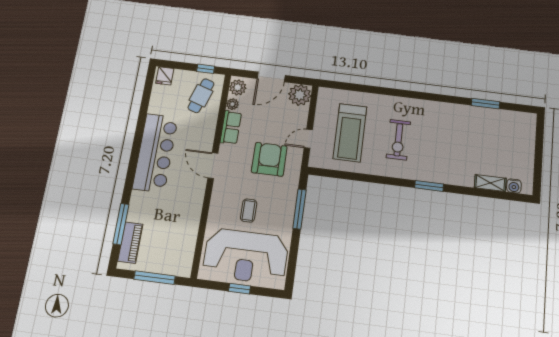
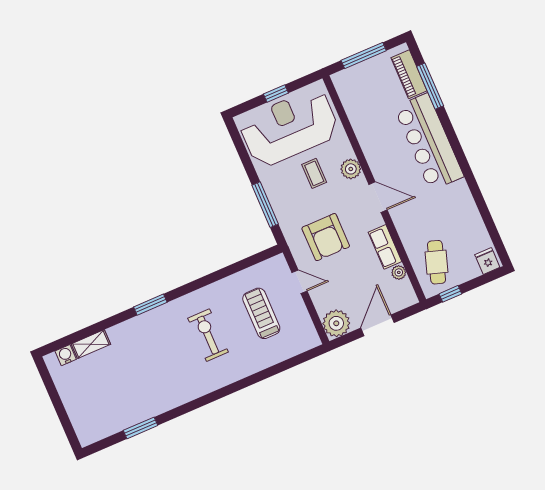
plant: (238, 87) -> (351, 169), moved
treadmill: (350, 133) -> (261, 313), width x0.73, depth x0.73
door: (308, 139) -> (300, 282), hinge flipped
bar counter: (155, 153) -> (429, 142), moved

